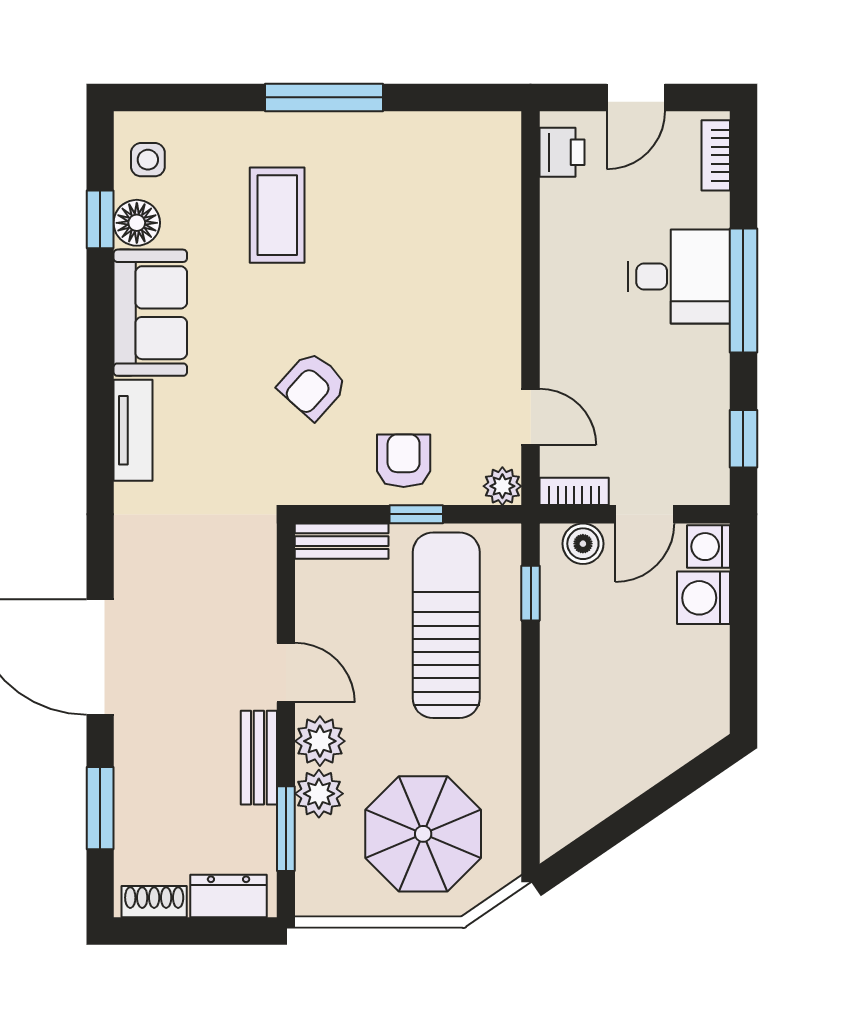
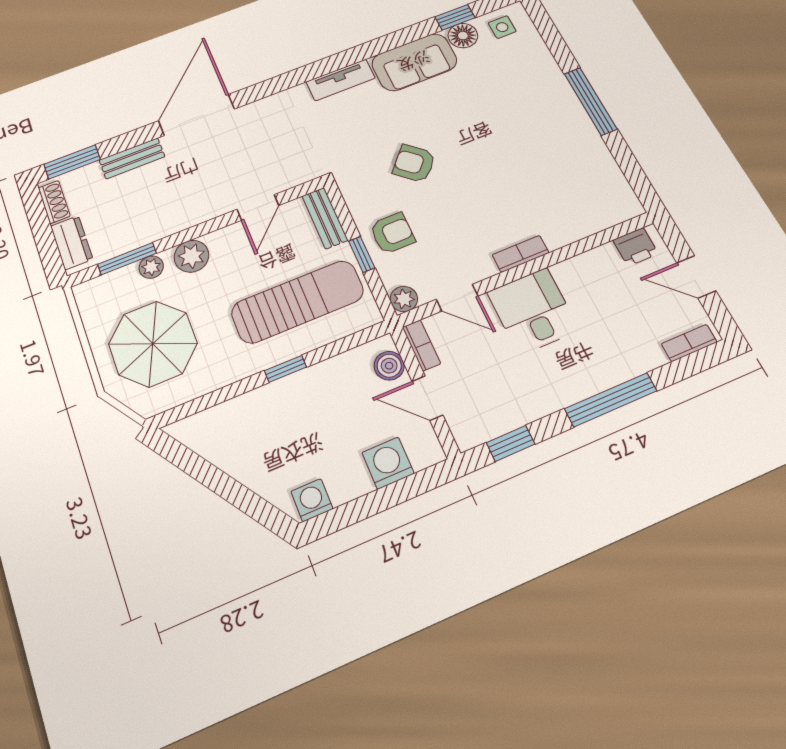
coffee table: (277, 215) -> (507, 104), removed
desk: (679, 277) -> (533, 311), moved, turned 180
bookcase: (506, 306) -> (521, 254), added
door: (531, 417) -> (457, 298), hinge flipped
washing machine: (709, 547) -> (312, 500), moved
window: (531, 593) -> (285, 369), moved
door: (286, 673) -> (258, 207), moved
bench: (259, 758) -> (132, 158), moved
plant: (319, 794) -> (151, 267), width x0.73, depth x0.73
window: (100, 808) -> (72, 162), moved

